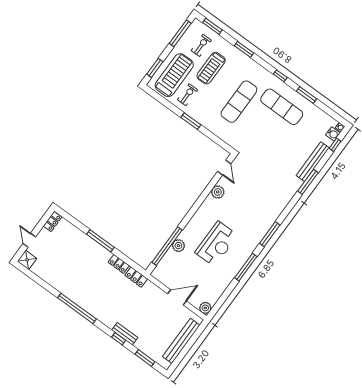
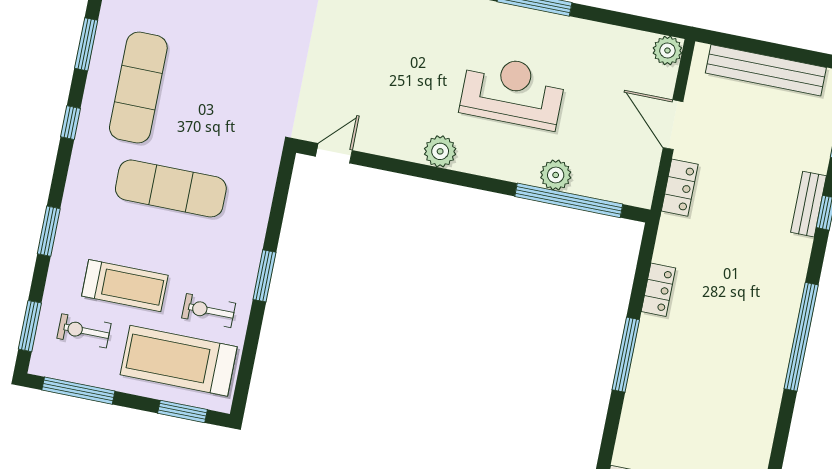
plant: (218, 192) -> (440, 151), moved
locker: (136, 277) -> (680, 188), moved

